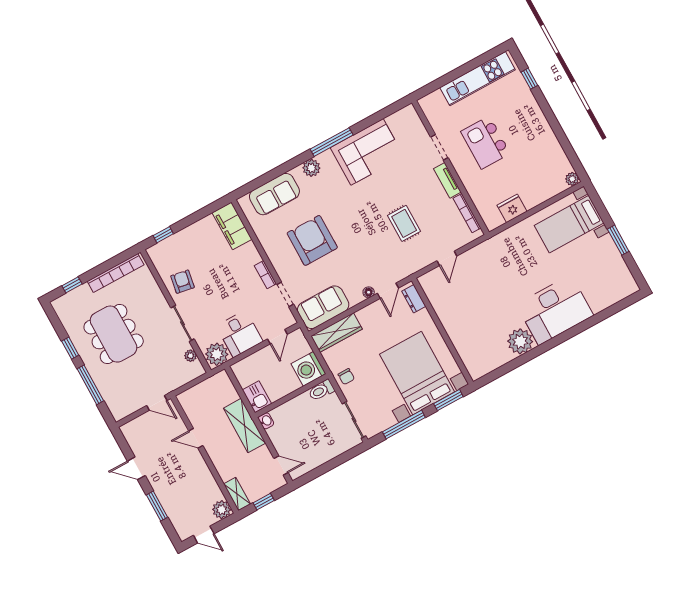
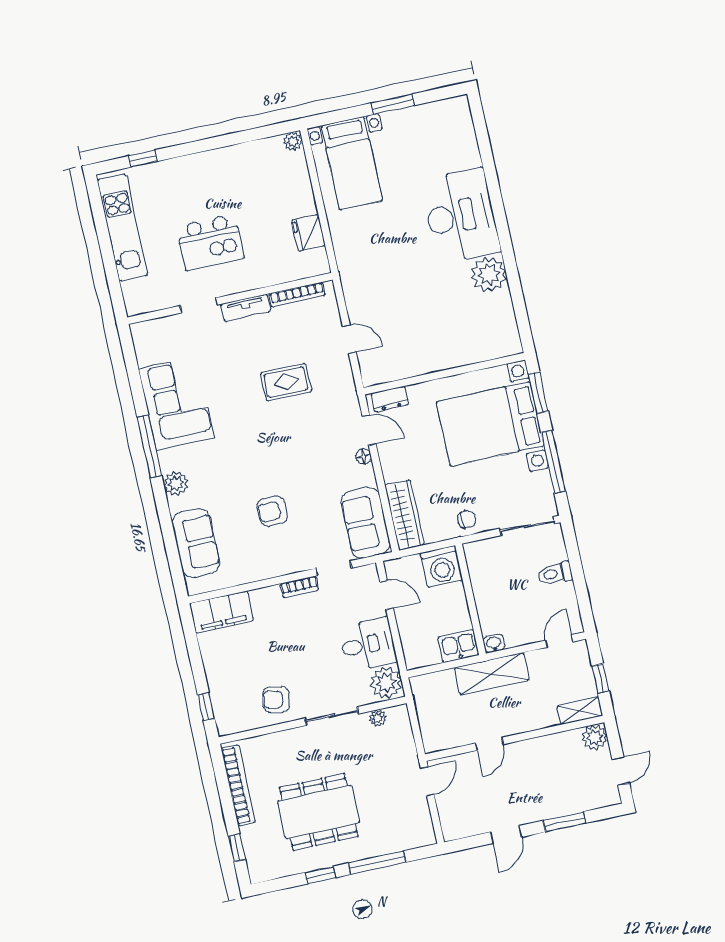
armchair: (312, 240) -> (272, 511), width x0.53, depth x0.53
toilet: (321, 390) -> (555, 574), moved, turned 90

